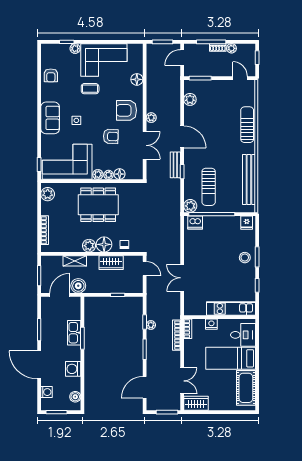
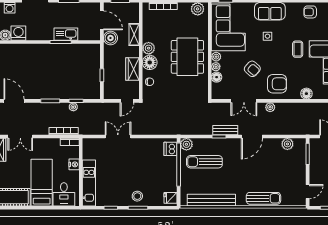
armchair: (127, 110) -> (277, 84), turned 90
armchair: (111, 136) -> (252, 69), turned -51
washing machine: (73, 369) -> (18, 33), moved

